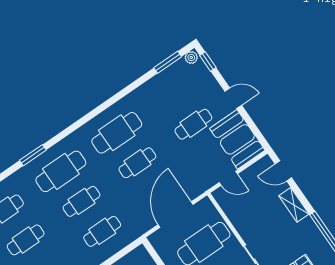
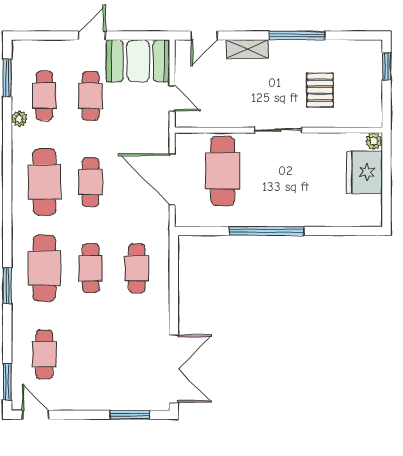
plant: (191, 57) -> (19, 119), moved
window: (208, 61) -> (36, 36), removed
door: (228, 178) -> (172, 98), hinge flipped
cafe table: (26, 240) -> (44, 96), moved

